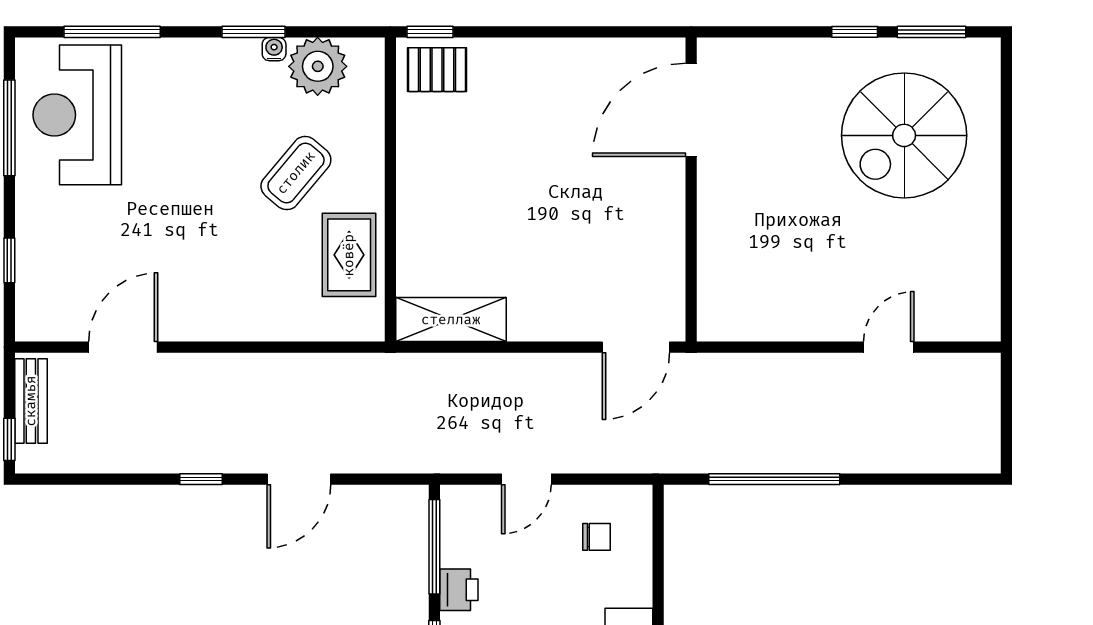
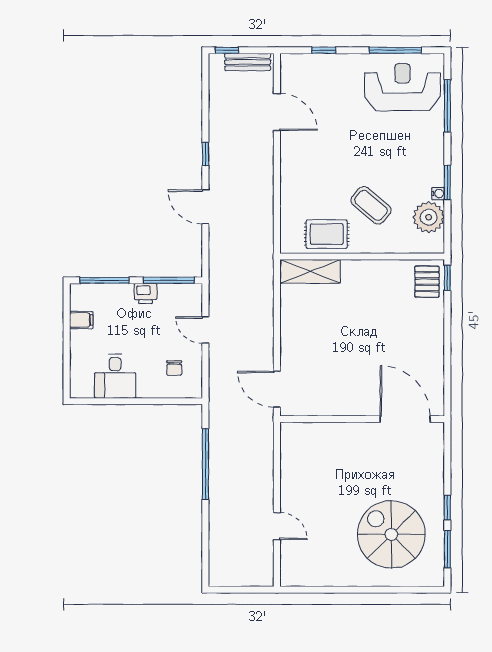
shelving: (451, 320) -> (310, 271), moved, turned 90

